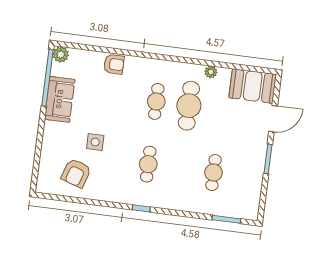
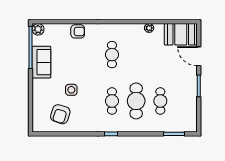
cafe table: (189, 106) -> (136, 101), moved
door: (273, 119) -> (199, 56), swing flipped

